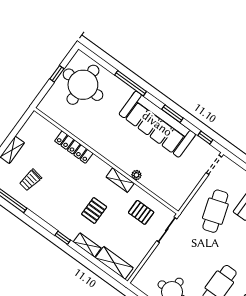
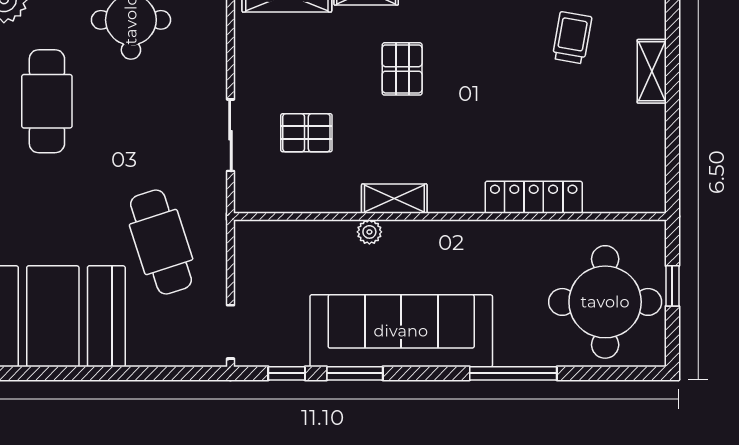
window: (172, 114) -> (355, 373), moved
locker: (74, 147) -> (534, 197), moved
wall: (106, 161) -> (450, 216), moved
plant: (136, 175) -> (369, 232), moved
shelving: (120, 180) -> (394, 199), moved

